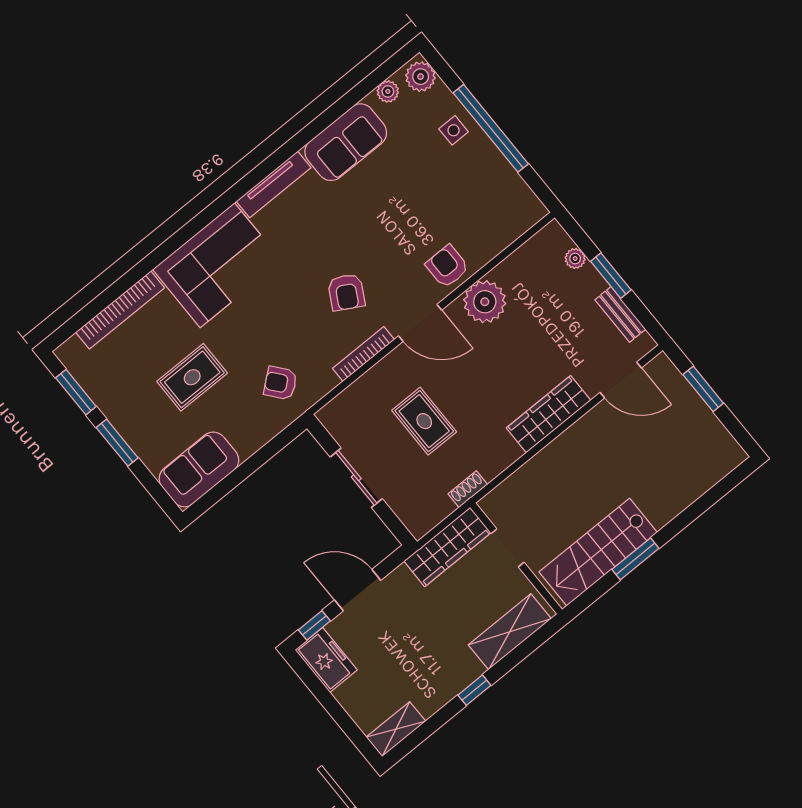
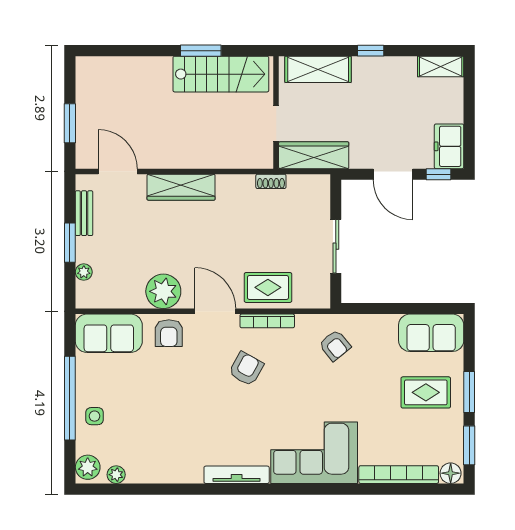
sofa: (346, 142) -> (109, 333), moved, turned 180
floor lamp: (72, 351) -> (451, 473), added
rug: (192, 377) -> (426, 392), moved
rug: (424, 421) -> (268, 287), moved, turned 90

